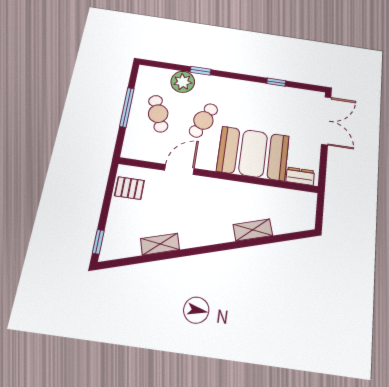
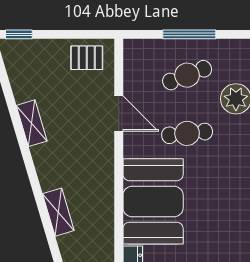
cafe table: (203, 120) -> (187, 133), turned -30
pallet: (129, 188) -> (87, 58), turned 90
shelving: (160, 244) -> (32, 123), moved

